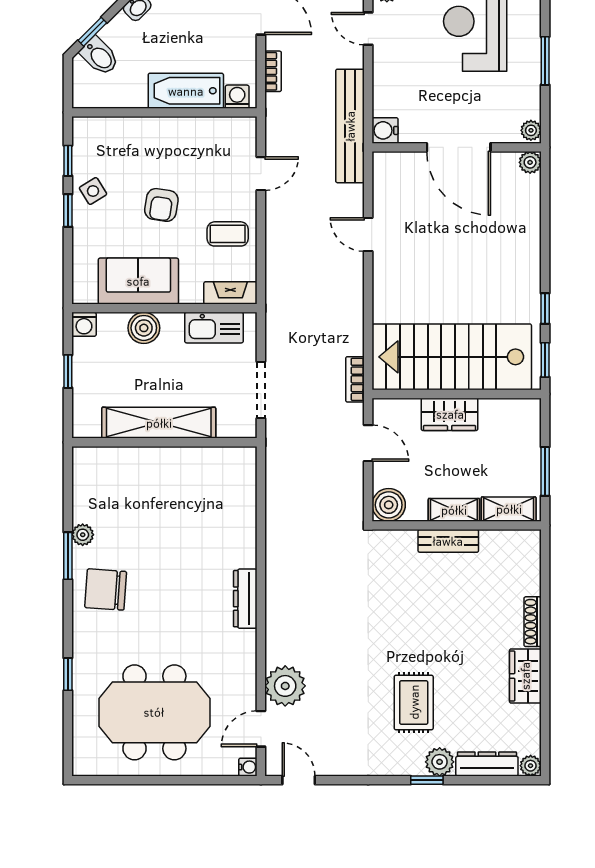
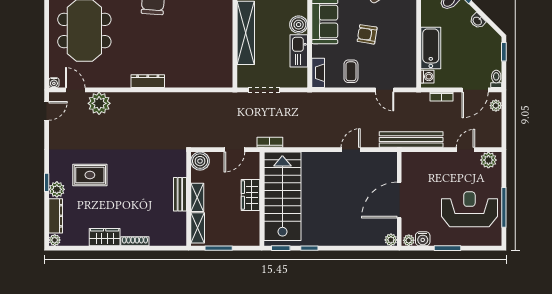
water cooler: (385, 130) -> (423, 239), moved, turned 180
kitchen sink: (214, 328) -> (299, 51), moved

